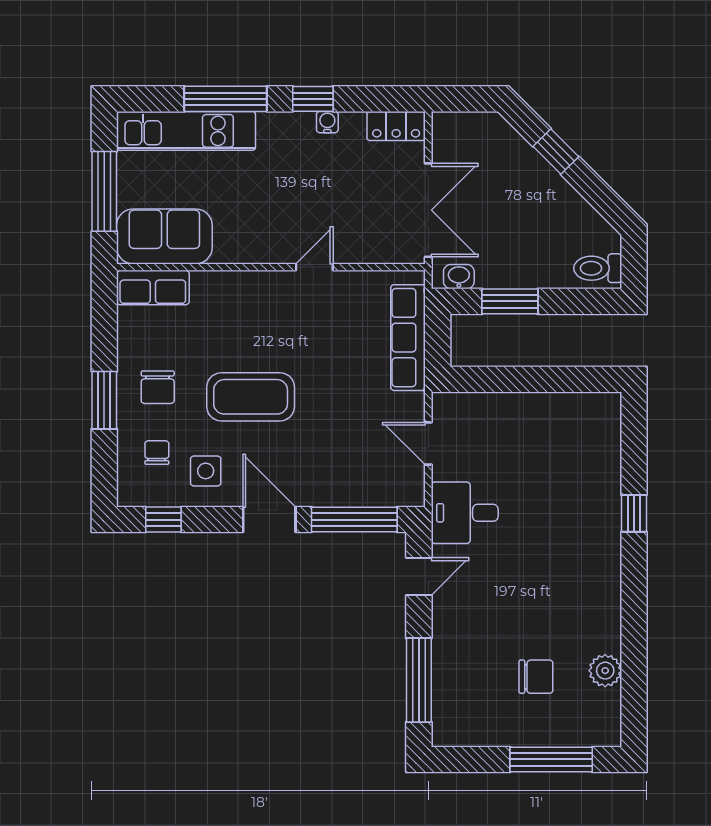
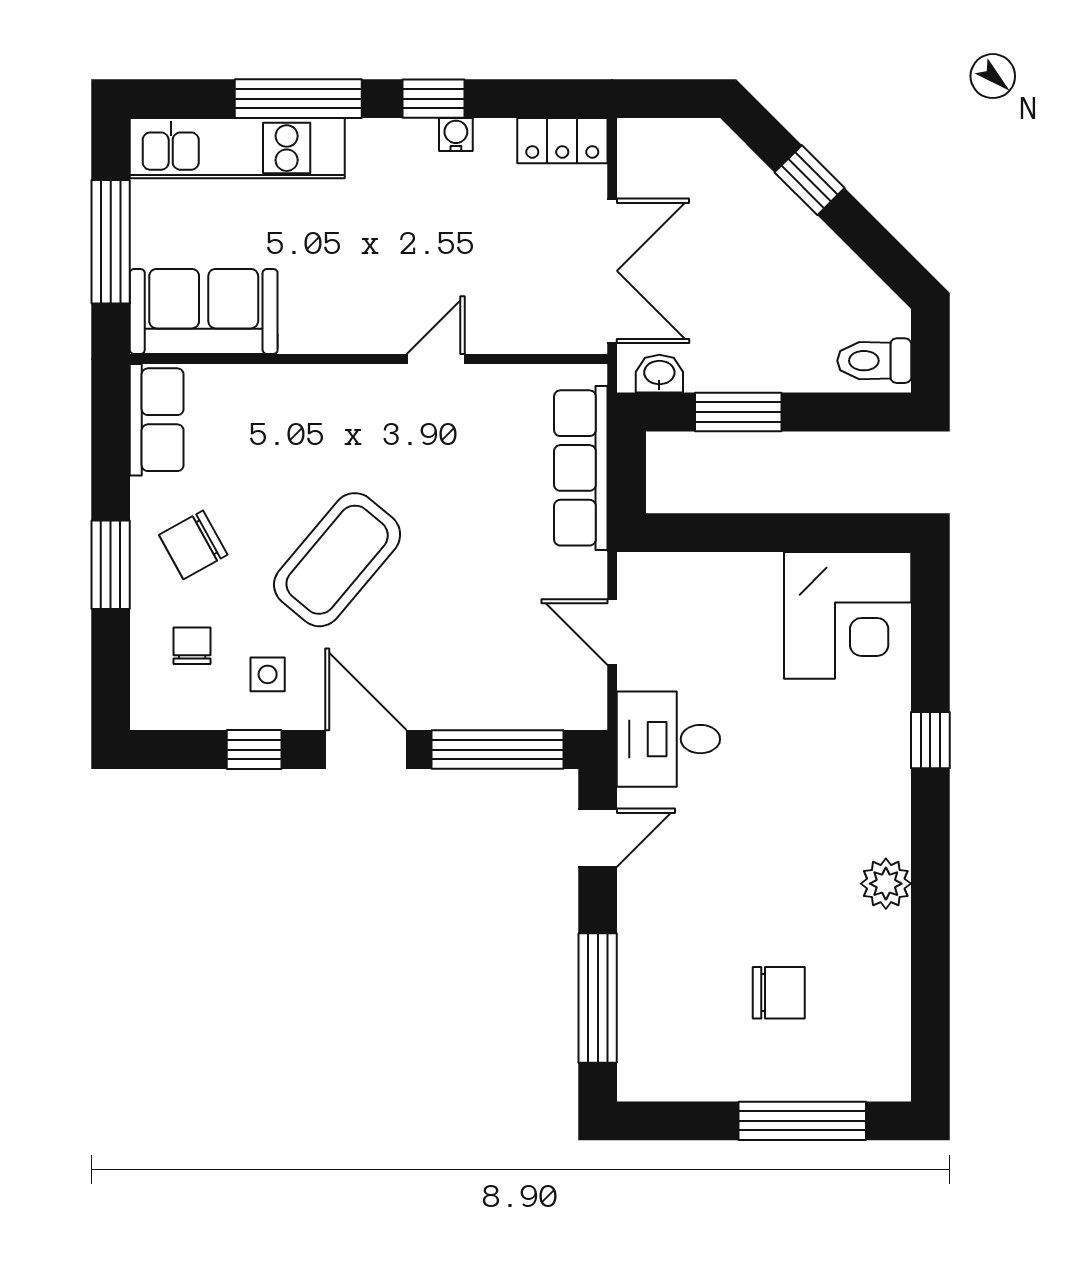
row of seats: (153, 288) -> (157, 420), moved, turned -90
chair: (158, 387) -> (193, 545), turned 61
coffee table: (251, 397) -> (337, 560), turned -50
corner desk: (580, 433) -> (848, 615), added
side table: (206, 471) -> (268, 674), width x0.73, depth x0.73
window: (163, 520) -> (254, 750), moved
plant: (605, 671) -> (886, 884), moved

